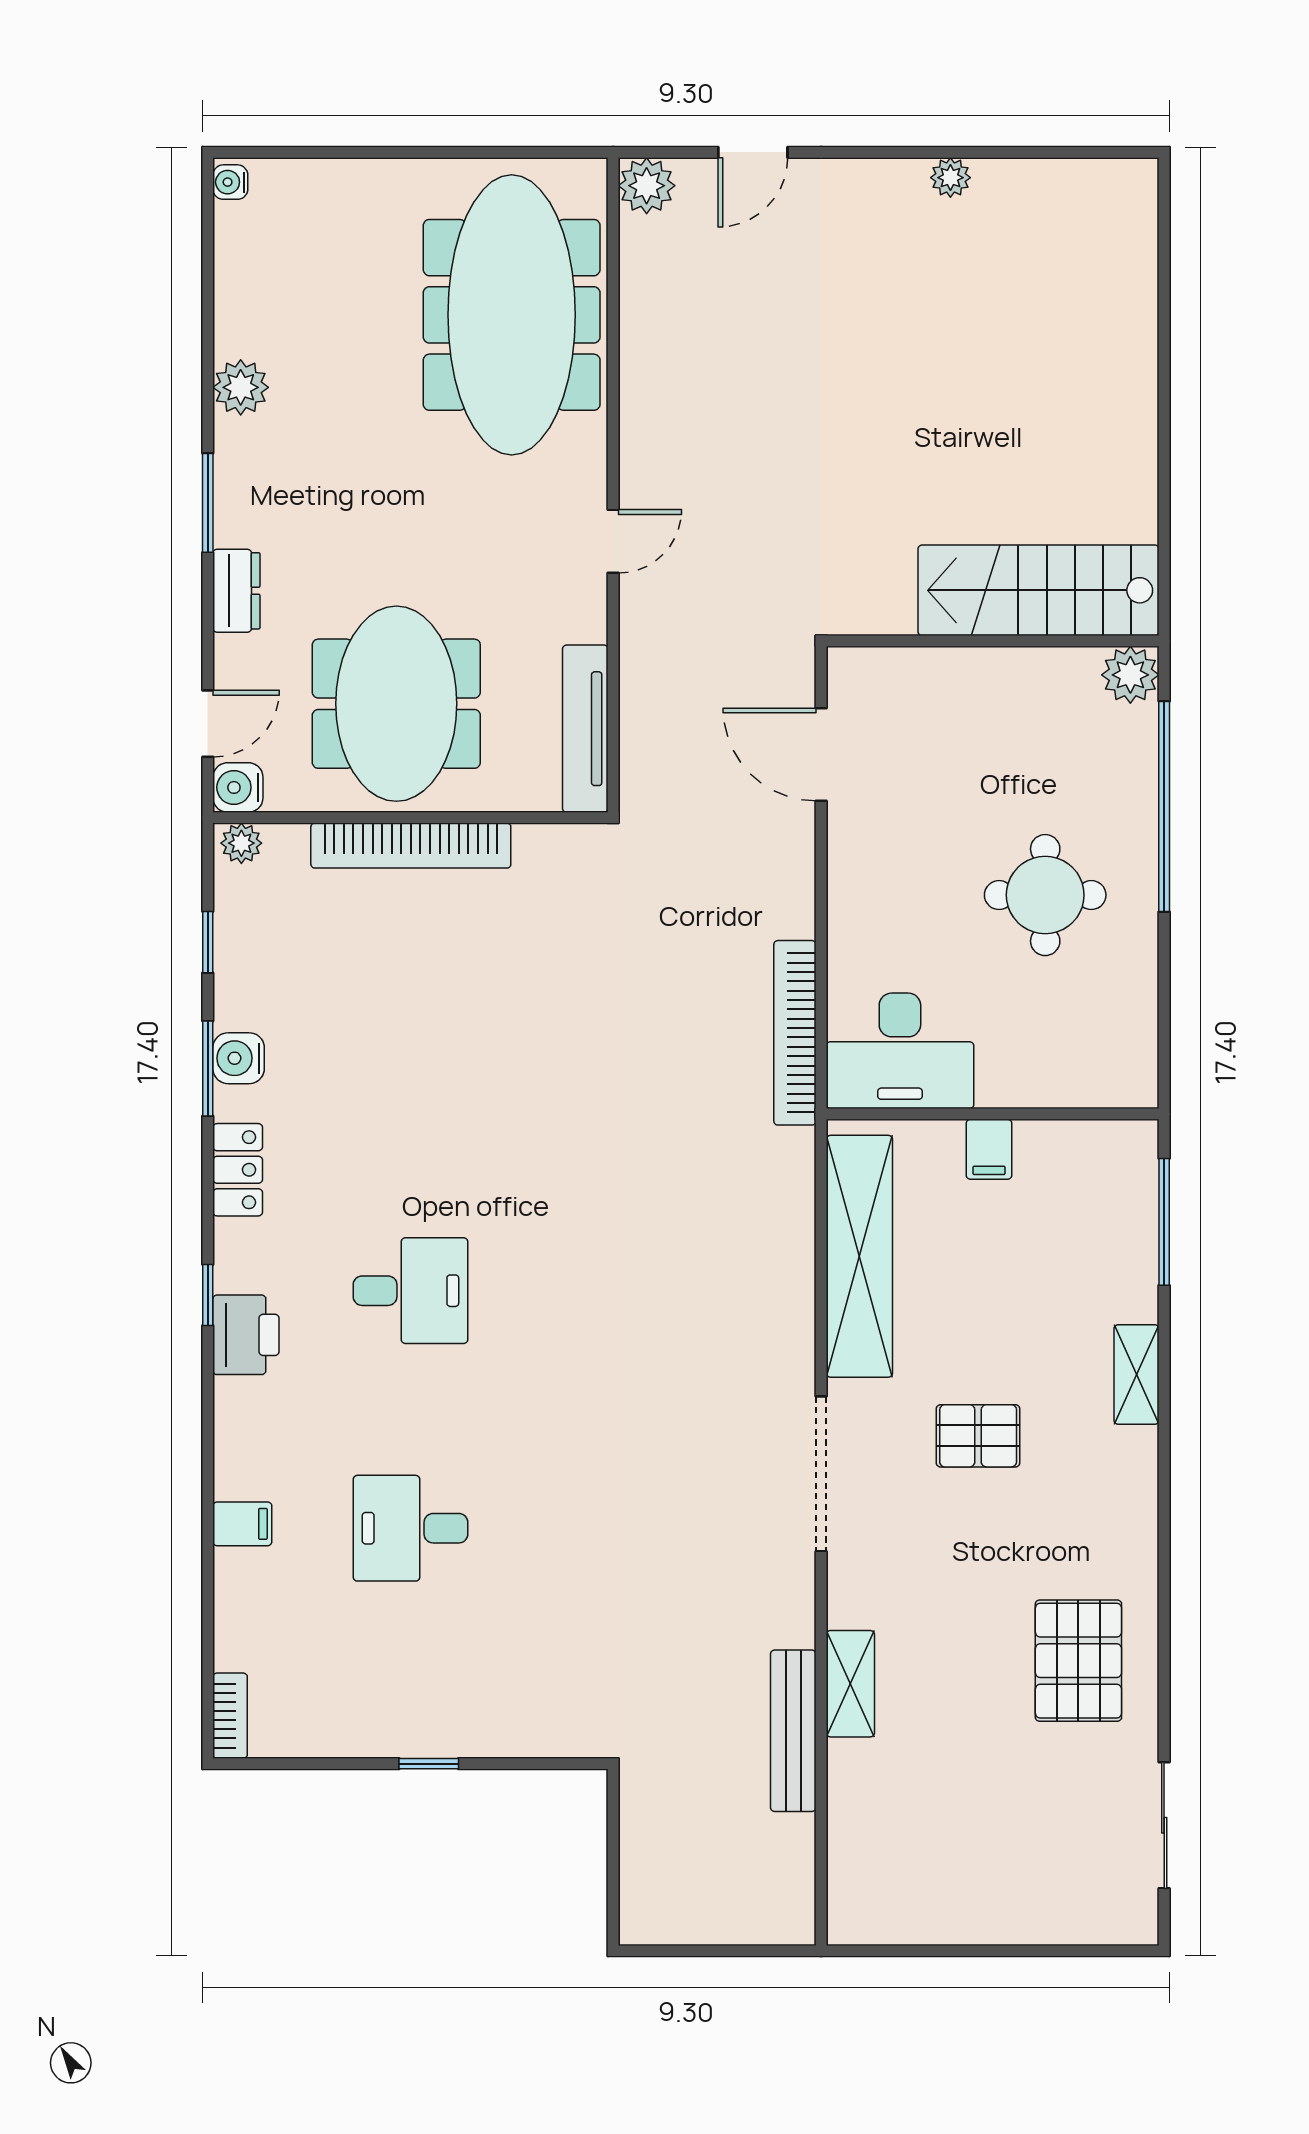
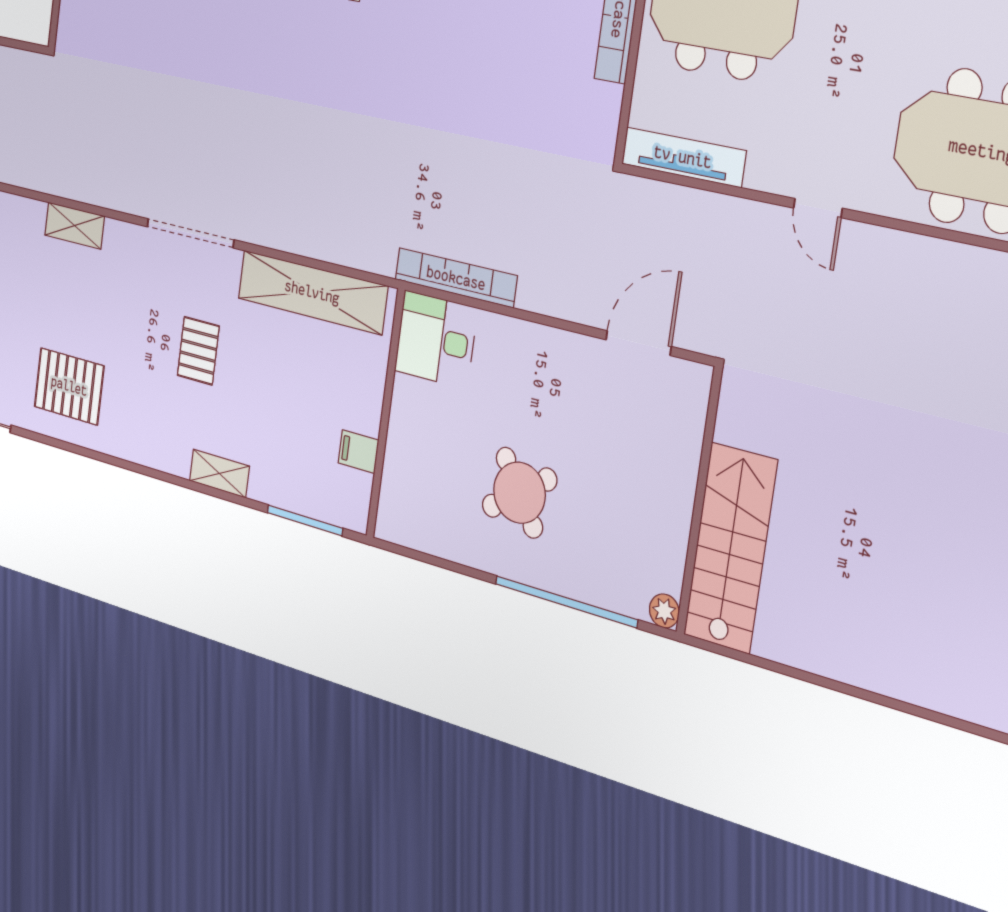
plant: (1130, 675) -> (664, 611), width x0.73, depth x0.73
round table: (1045, 895) -> (519, 493), turned -35
desk: (900, 1051) -> (436, 340), width x0.73
filing cabinet: (989, 1149) -> (358, 452), moved
bench: (793, 1731) -> (54, 180), removed

